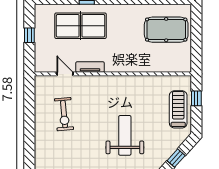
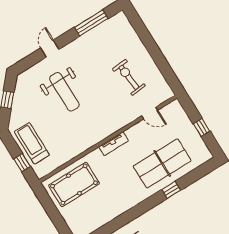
pool table: (166, 30) -> (74, 184), moved
tv unit: (90, 67) -> (114, 144), moved
treadmill: (178, 109) -> (32, 143), turned 180

